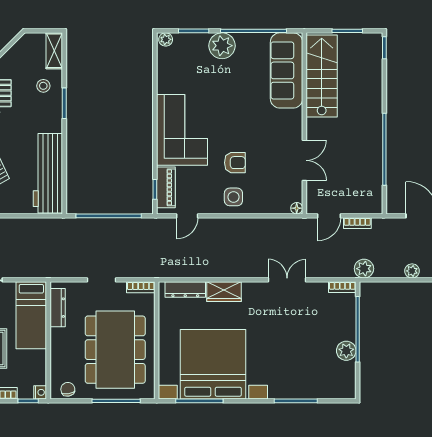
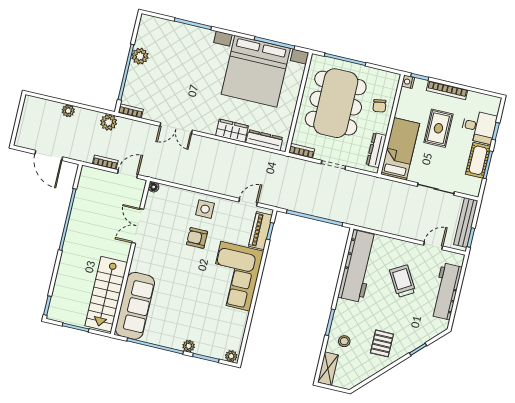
plant: (222, 46) -> (189, 346), width x0.53, depth x0.53
chair: (68, 389) -> (379, 106), moved

